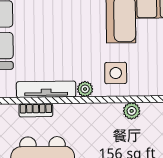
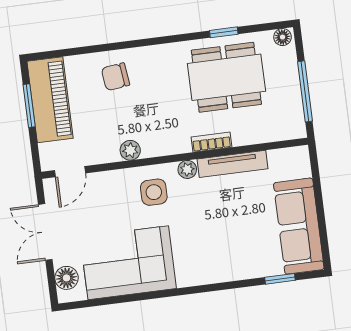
bookcase: (36, 110) -> (211, 142), moved

